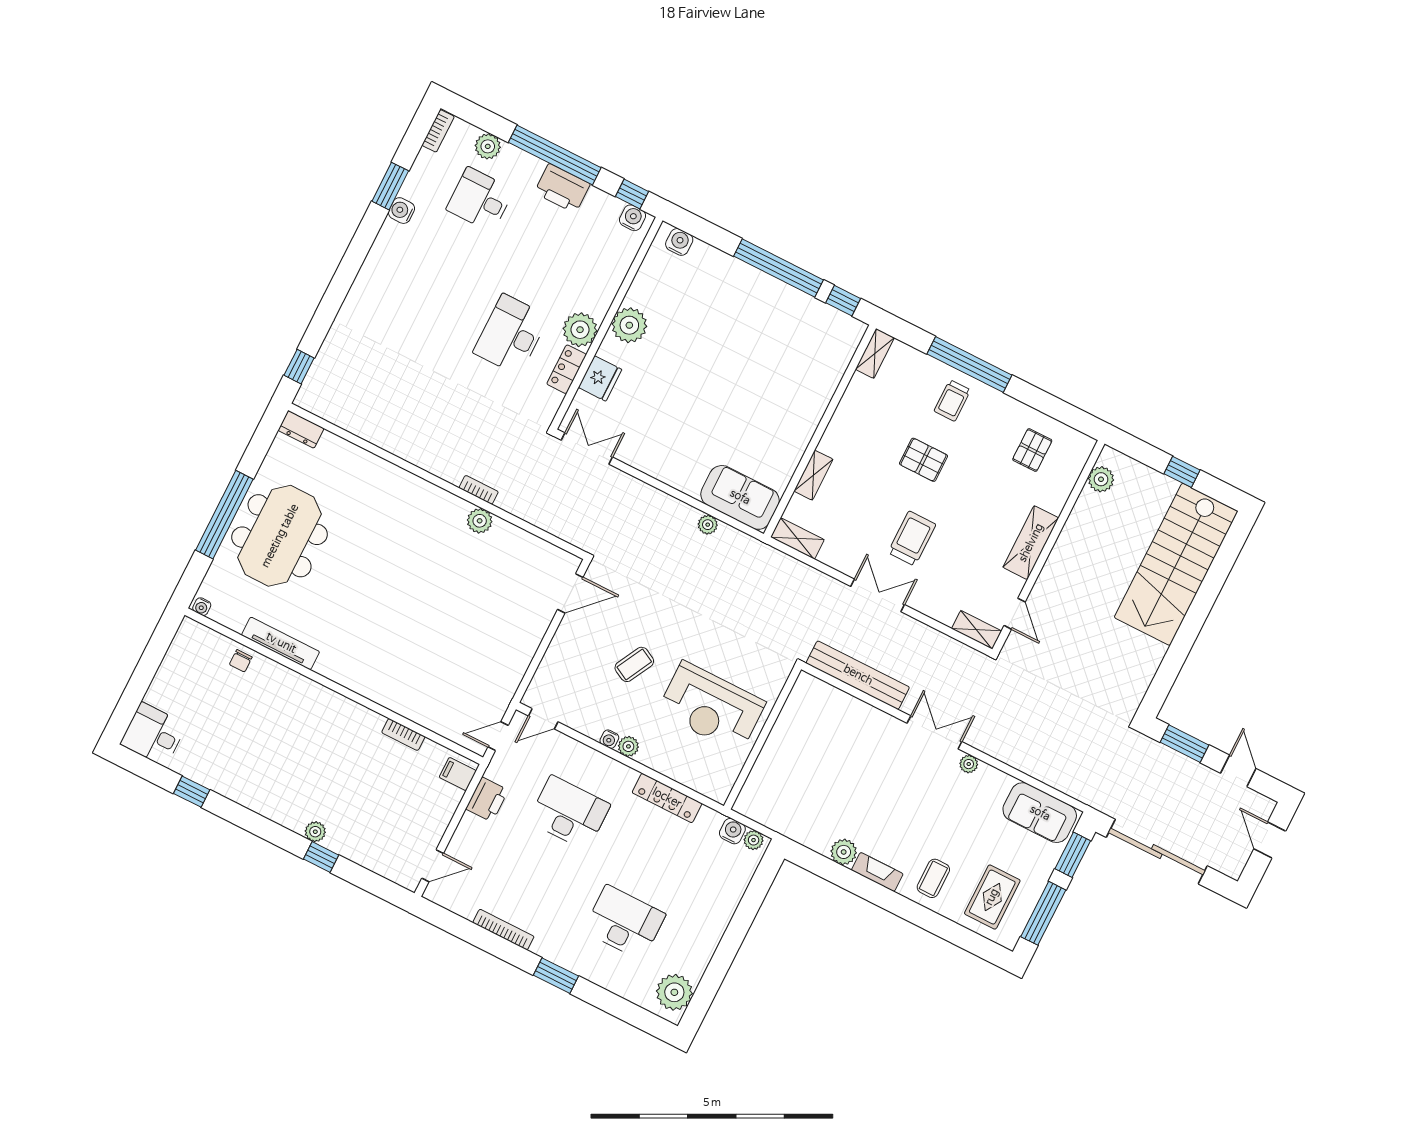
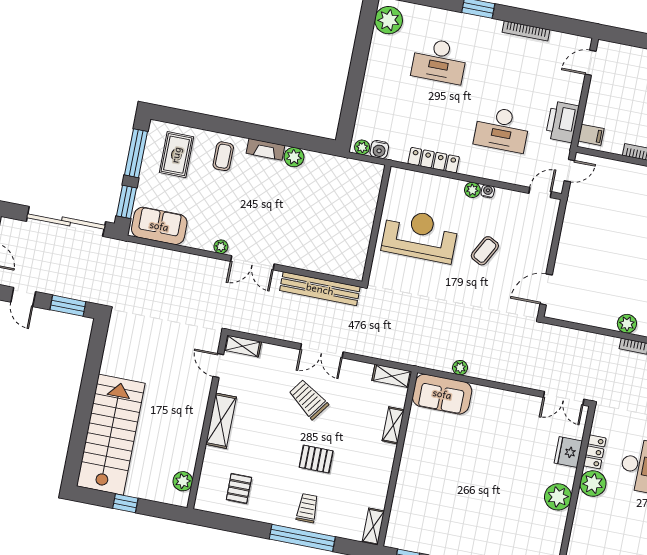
trolley: (912, 539) -> (308, 399), turned 126
printer: (487, 799) -> (562, 122), width x1.37, depth x1.19

